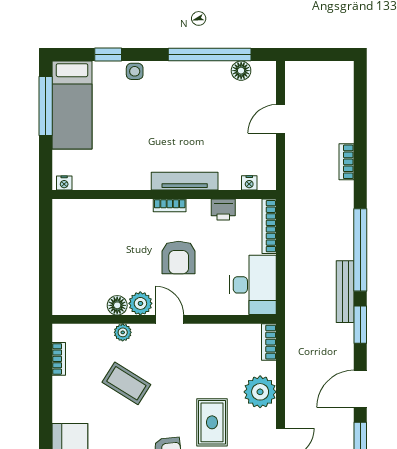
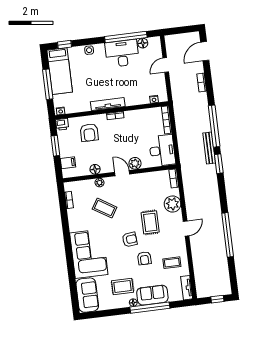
window: (108, 54) -> (64, 45), moved
desk: (198, 86) -> (122, 53), added
window: (46, 106) -> (48, 84), moved
tv unit: (185, 181) -> (108, 104), moved
printer: (223, 210) -> (62, 124), moved
window: (46, 250) -> (55, 146), added
armchair: (179, 258) -> (89, 133), moved
filing cabinet: (66, 286) -> (68, 163), added
plant: (140, 303) -> (135, 163), moved
door: (360, 389) -> (205, 51), moved

